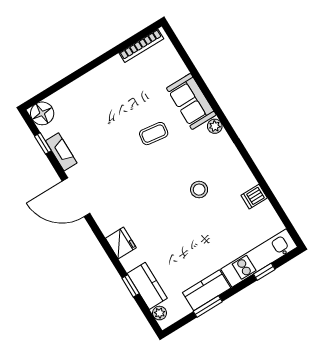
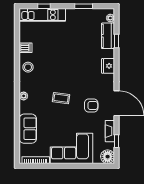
corner sofa: (101, 94) -> (71, 148), added
sofa: (191, 102) -> (28, 129), moved
coffee table: (154, 134) -> (61, 98), moved
armchair: (110, 172) -> (91, 106), added
stool: (199, 190) -> (28, 67), moved
kitchen counter: (207, 290) -> (79, 15), removed

